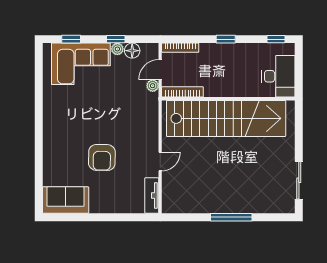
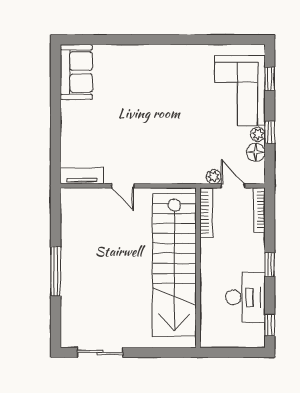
desk: (278, 76) -> (245, 297), moved, turned -90
armchair: (102, 158) -> (127, 116), removed

